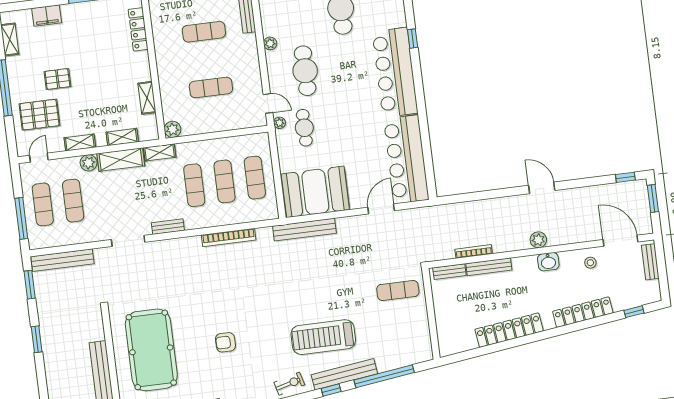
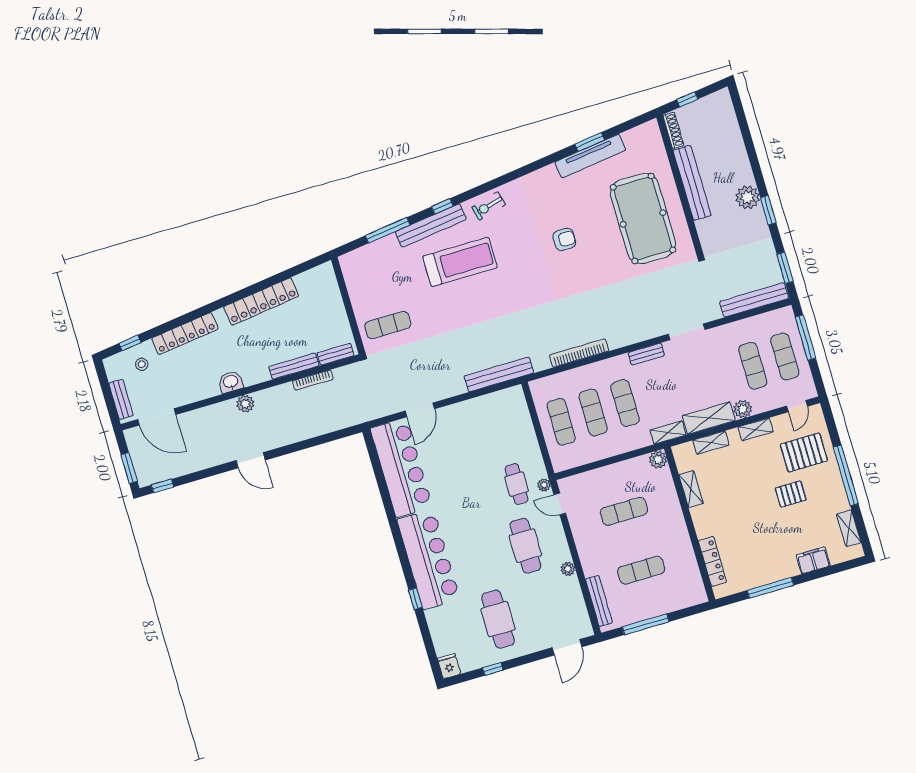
booth: (315, 192) -> (494, 417), removed
stool: (590, 263) -> (142, 364), moved
plant: (53, 354) -> (748, 197), added
window: (384, 376) -> (388, 230), width x0.68

